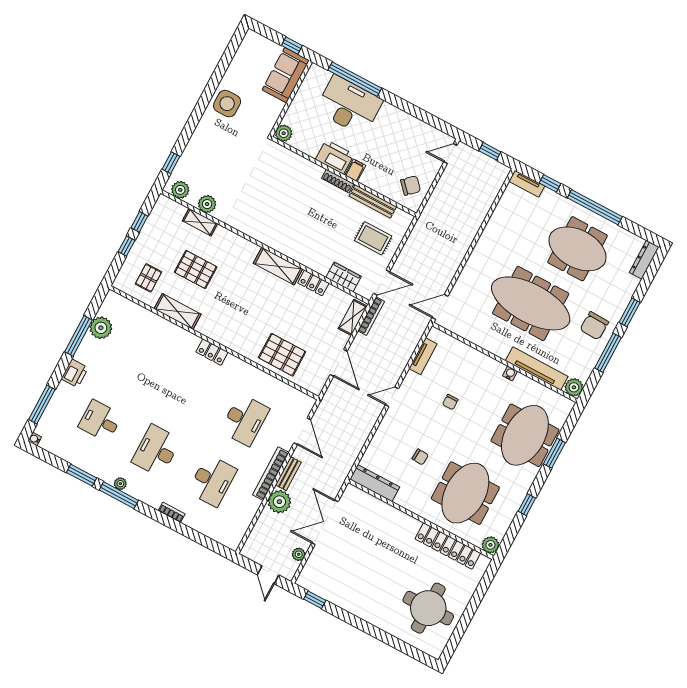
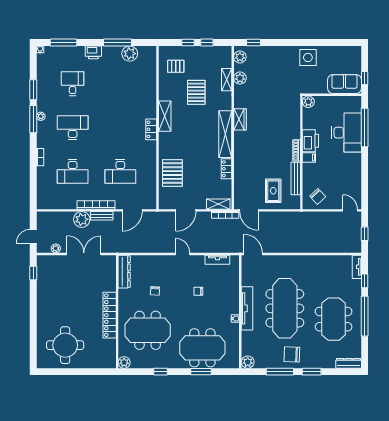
shelving: (278, 266) -> (225, 134), width x1.47
wardrobe: (343, 277) -> (240, 119), moved
shelving: (178, 311) -> (165, 116), moved
tv unit: (537, 369) -> (247, 308), moved
locker: (448, 546) -> (110, 315), moved

